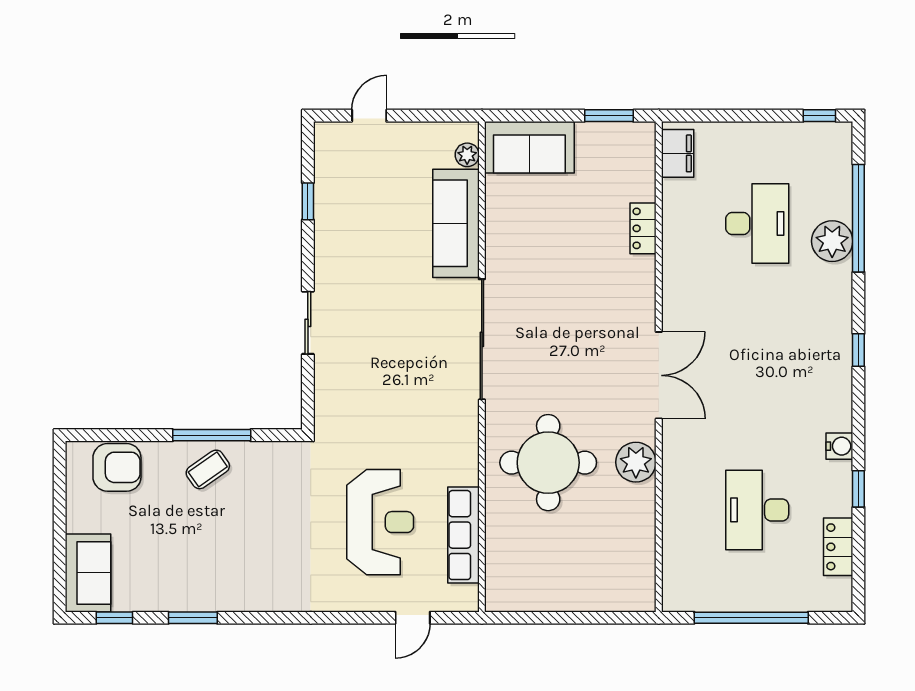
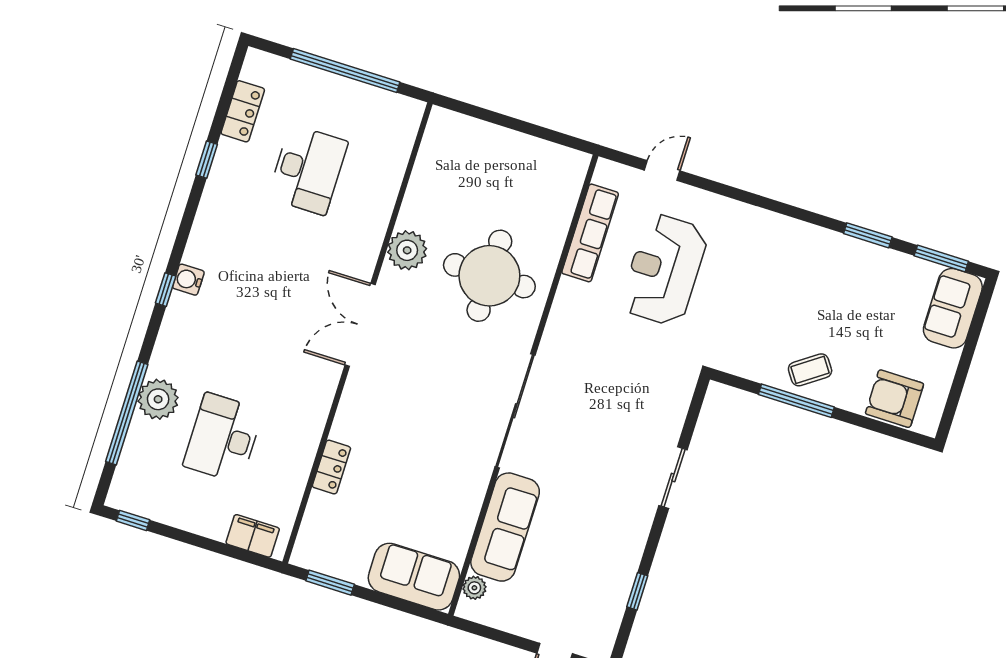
filing cabinet: (678, 153) -> (253, 536), moved, turned 90
water cooler: (839, 446) -> (188, 280), moved
window: (114, 618) -> (941, 259), width x1.50

